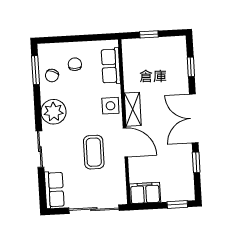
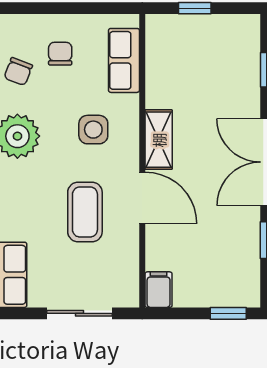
side table: (110, 106) -> (93, 130), moved
filing cabinet: (145, 193) -> (159, 290), width x0.50
sliding door: (94, 209) -> (80, 313), width x0.73

